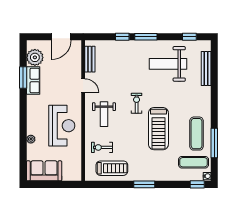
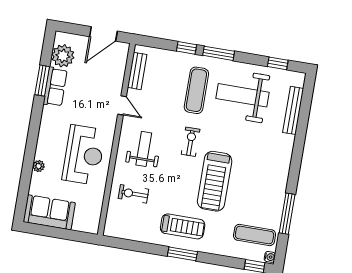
weight bench: (104, 114) -> (144, 149), turned 180
exercise mat: (197, 134) -> (196, 90), moved
treadmill: (112, 168) -> (183, 226), moved

